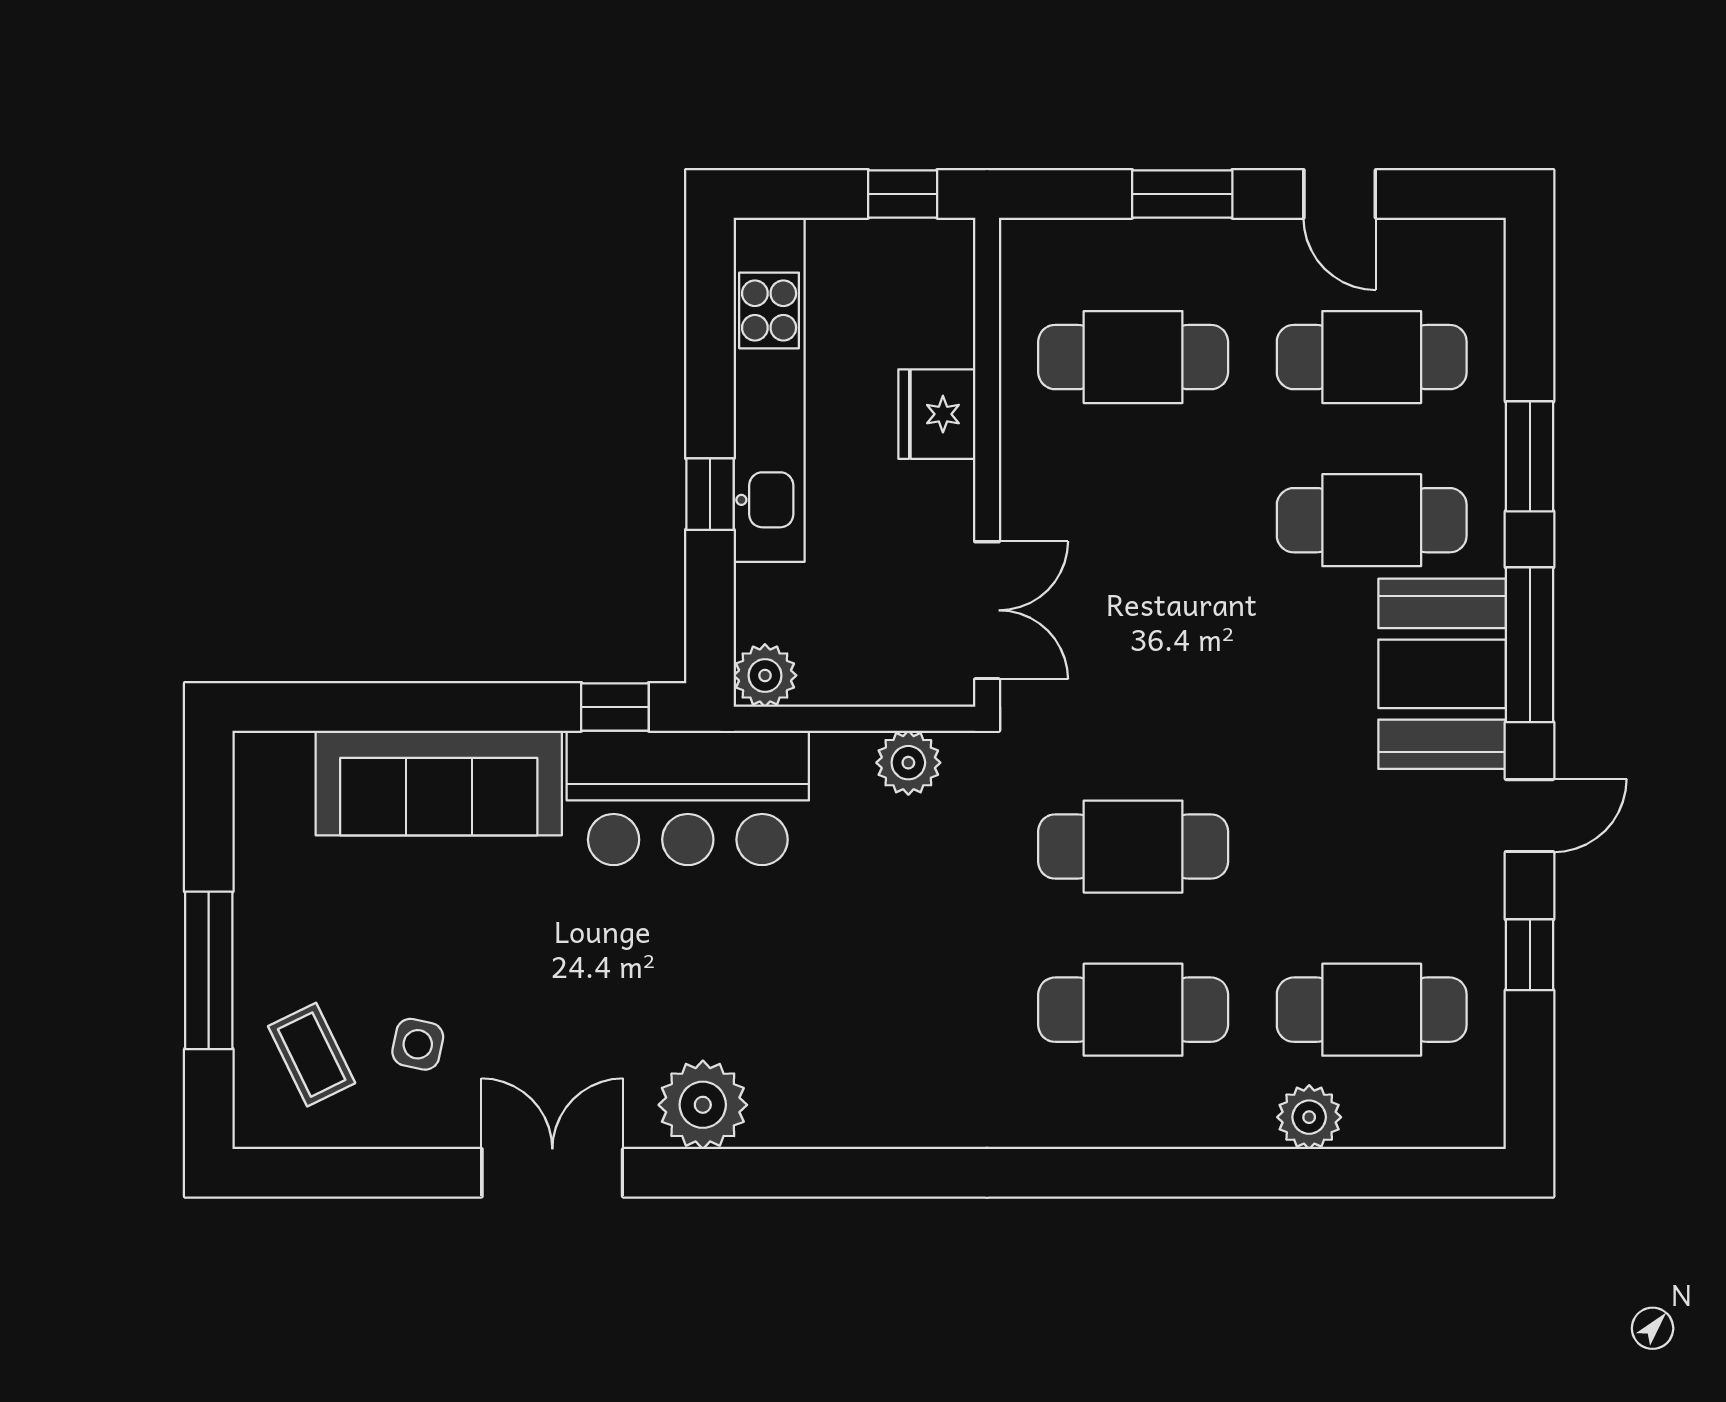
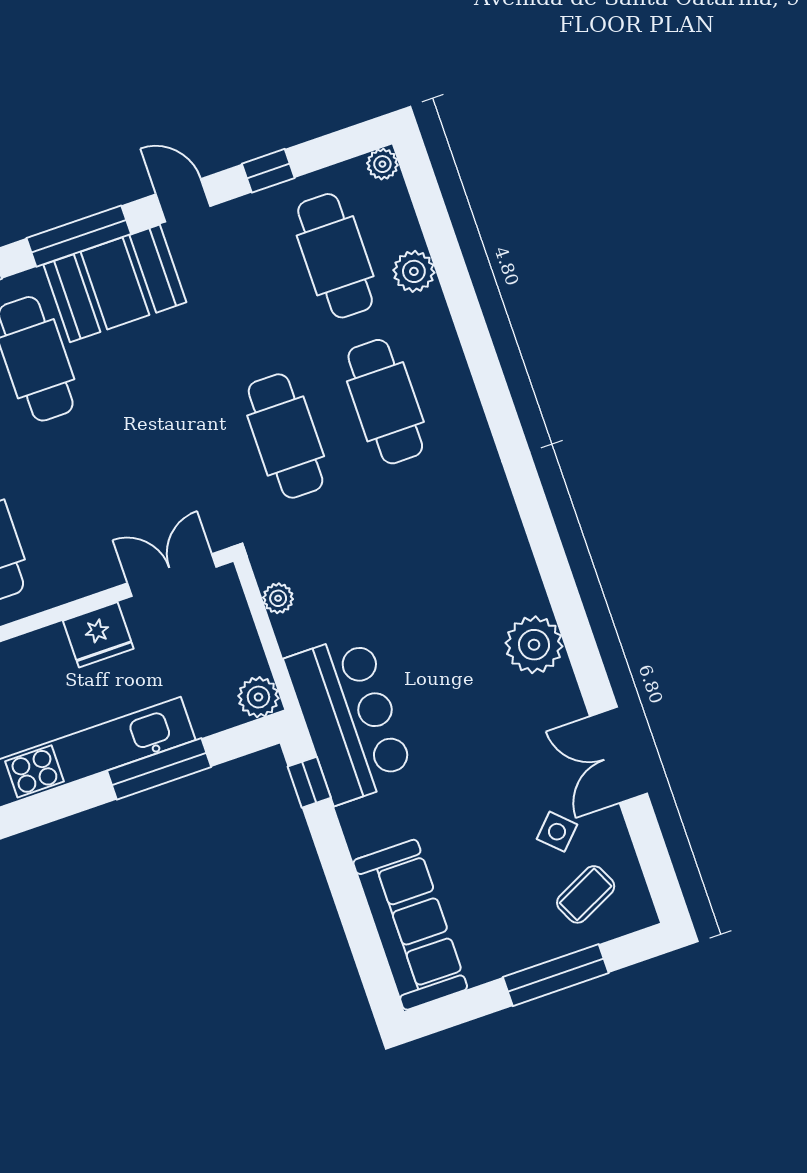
fridge: (937, 414) -> (98, 635), moved
window: (710, 494) -> (159, 769), width x2.17
plant: (908, 763) -> (278, 598), width x0.73, depth x0.73
sofa: (439, 783) -> (410, 925), moved
side table: (418, 1044) -> (557, 832), turned 32
plant: (1482, 1125) -> (382, 164), added
double door: (552, 1173) -> (618, 755), moved

